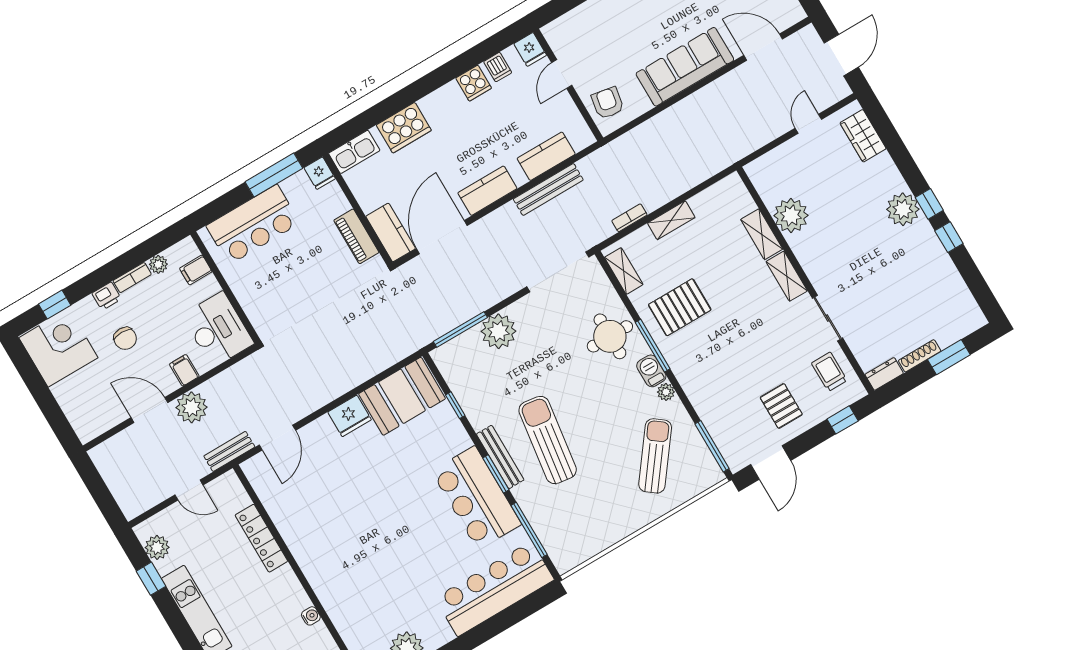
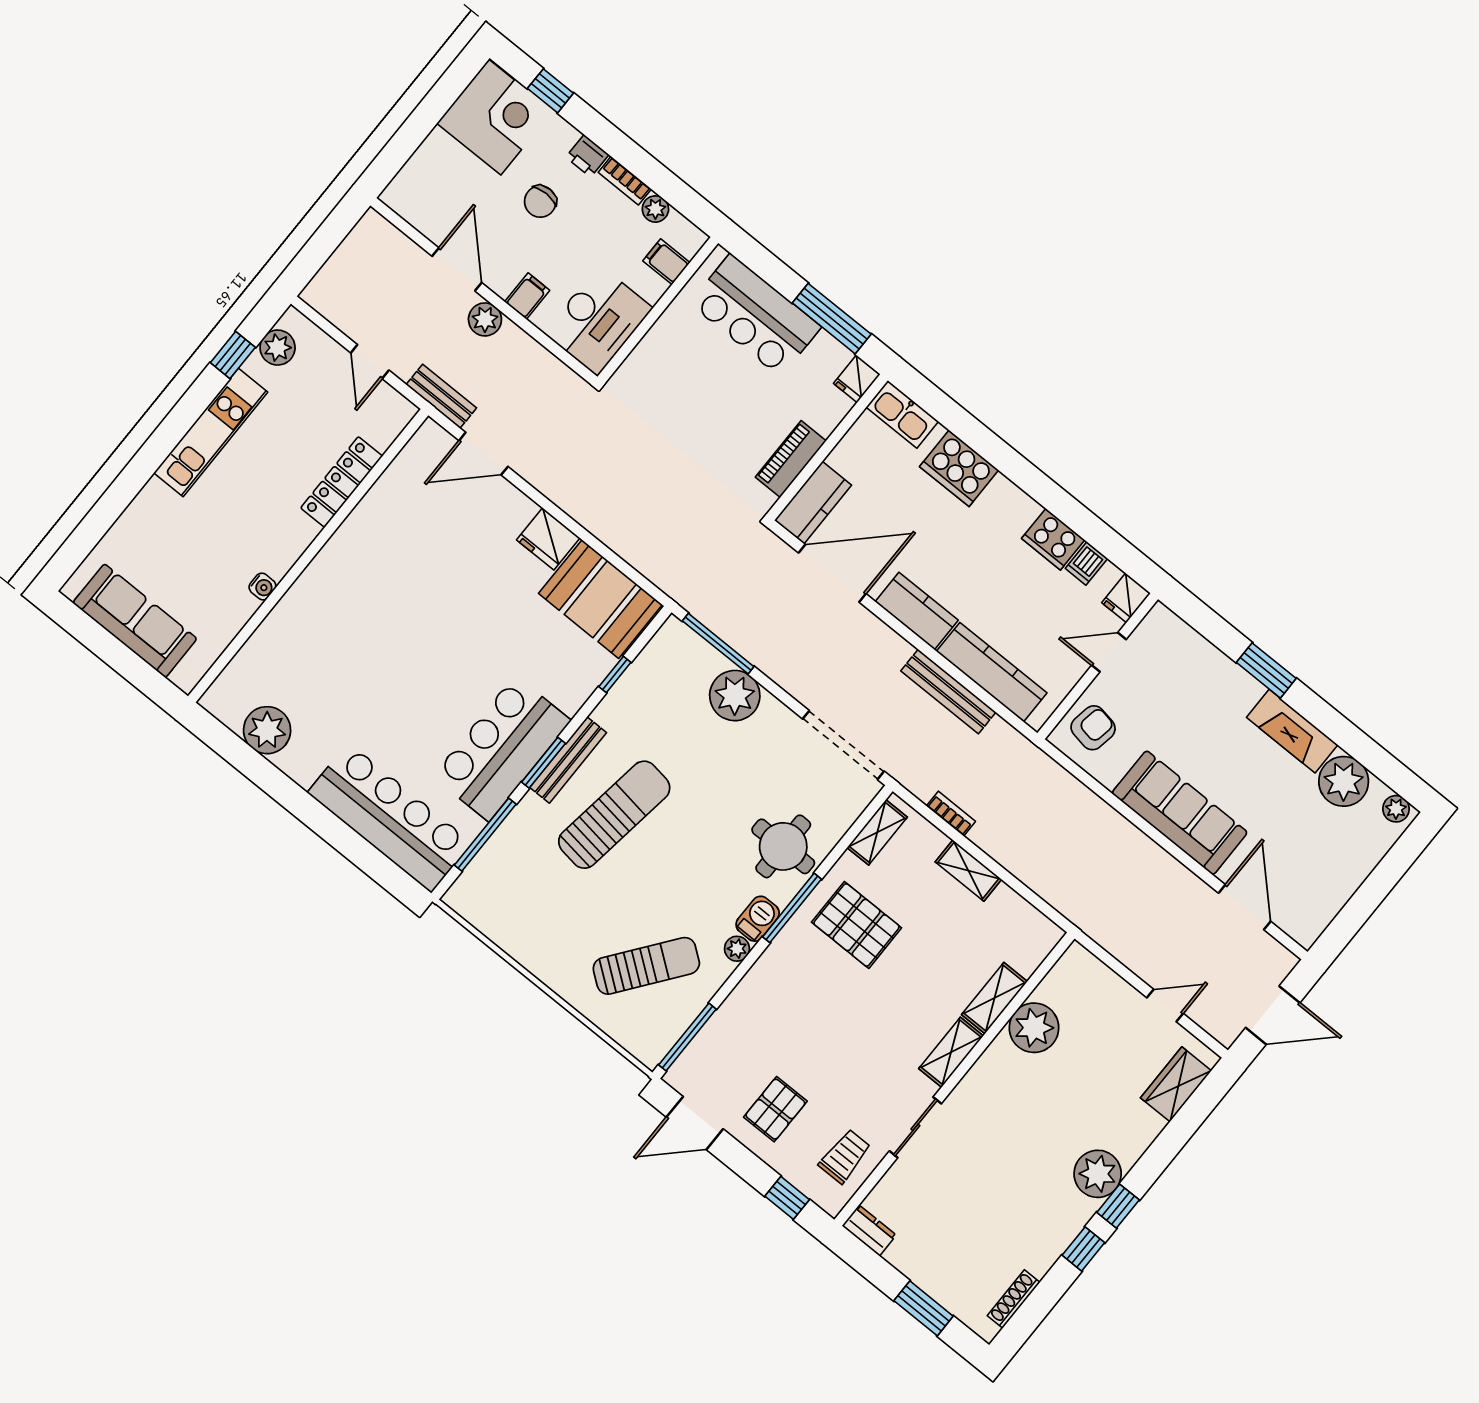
cooker: (474, 83) -> (1053, 539), width x1.36
kitchen counter: (546, 156) -> (992, 672), width x1.50
shoe rack: (920, 356) -> (1014, 1299), moved, turned -90
plant: (192, 407) -> (485, 319), width x0.73, depth x0.73

